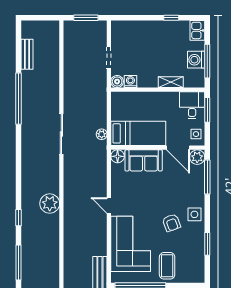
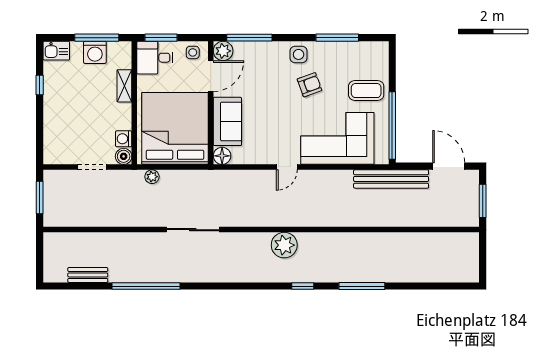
bed: (138, 133) -> (175, 128), width x2.04
plant: (102, 134) -> (152, 177), moved
window: (207, 244) -> (337, 38), width x1.44

